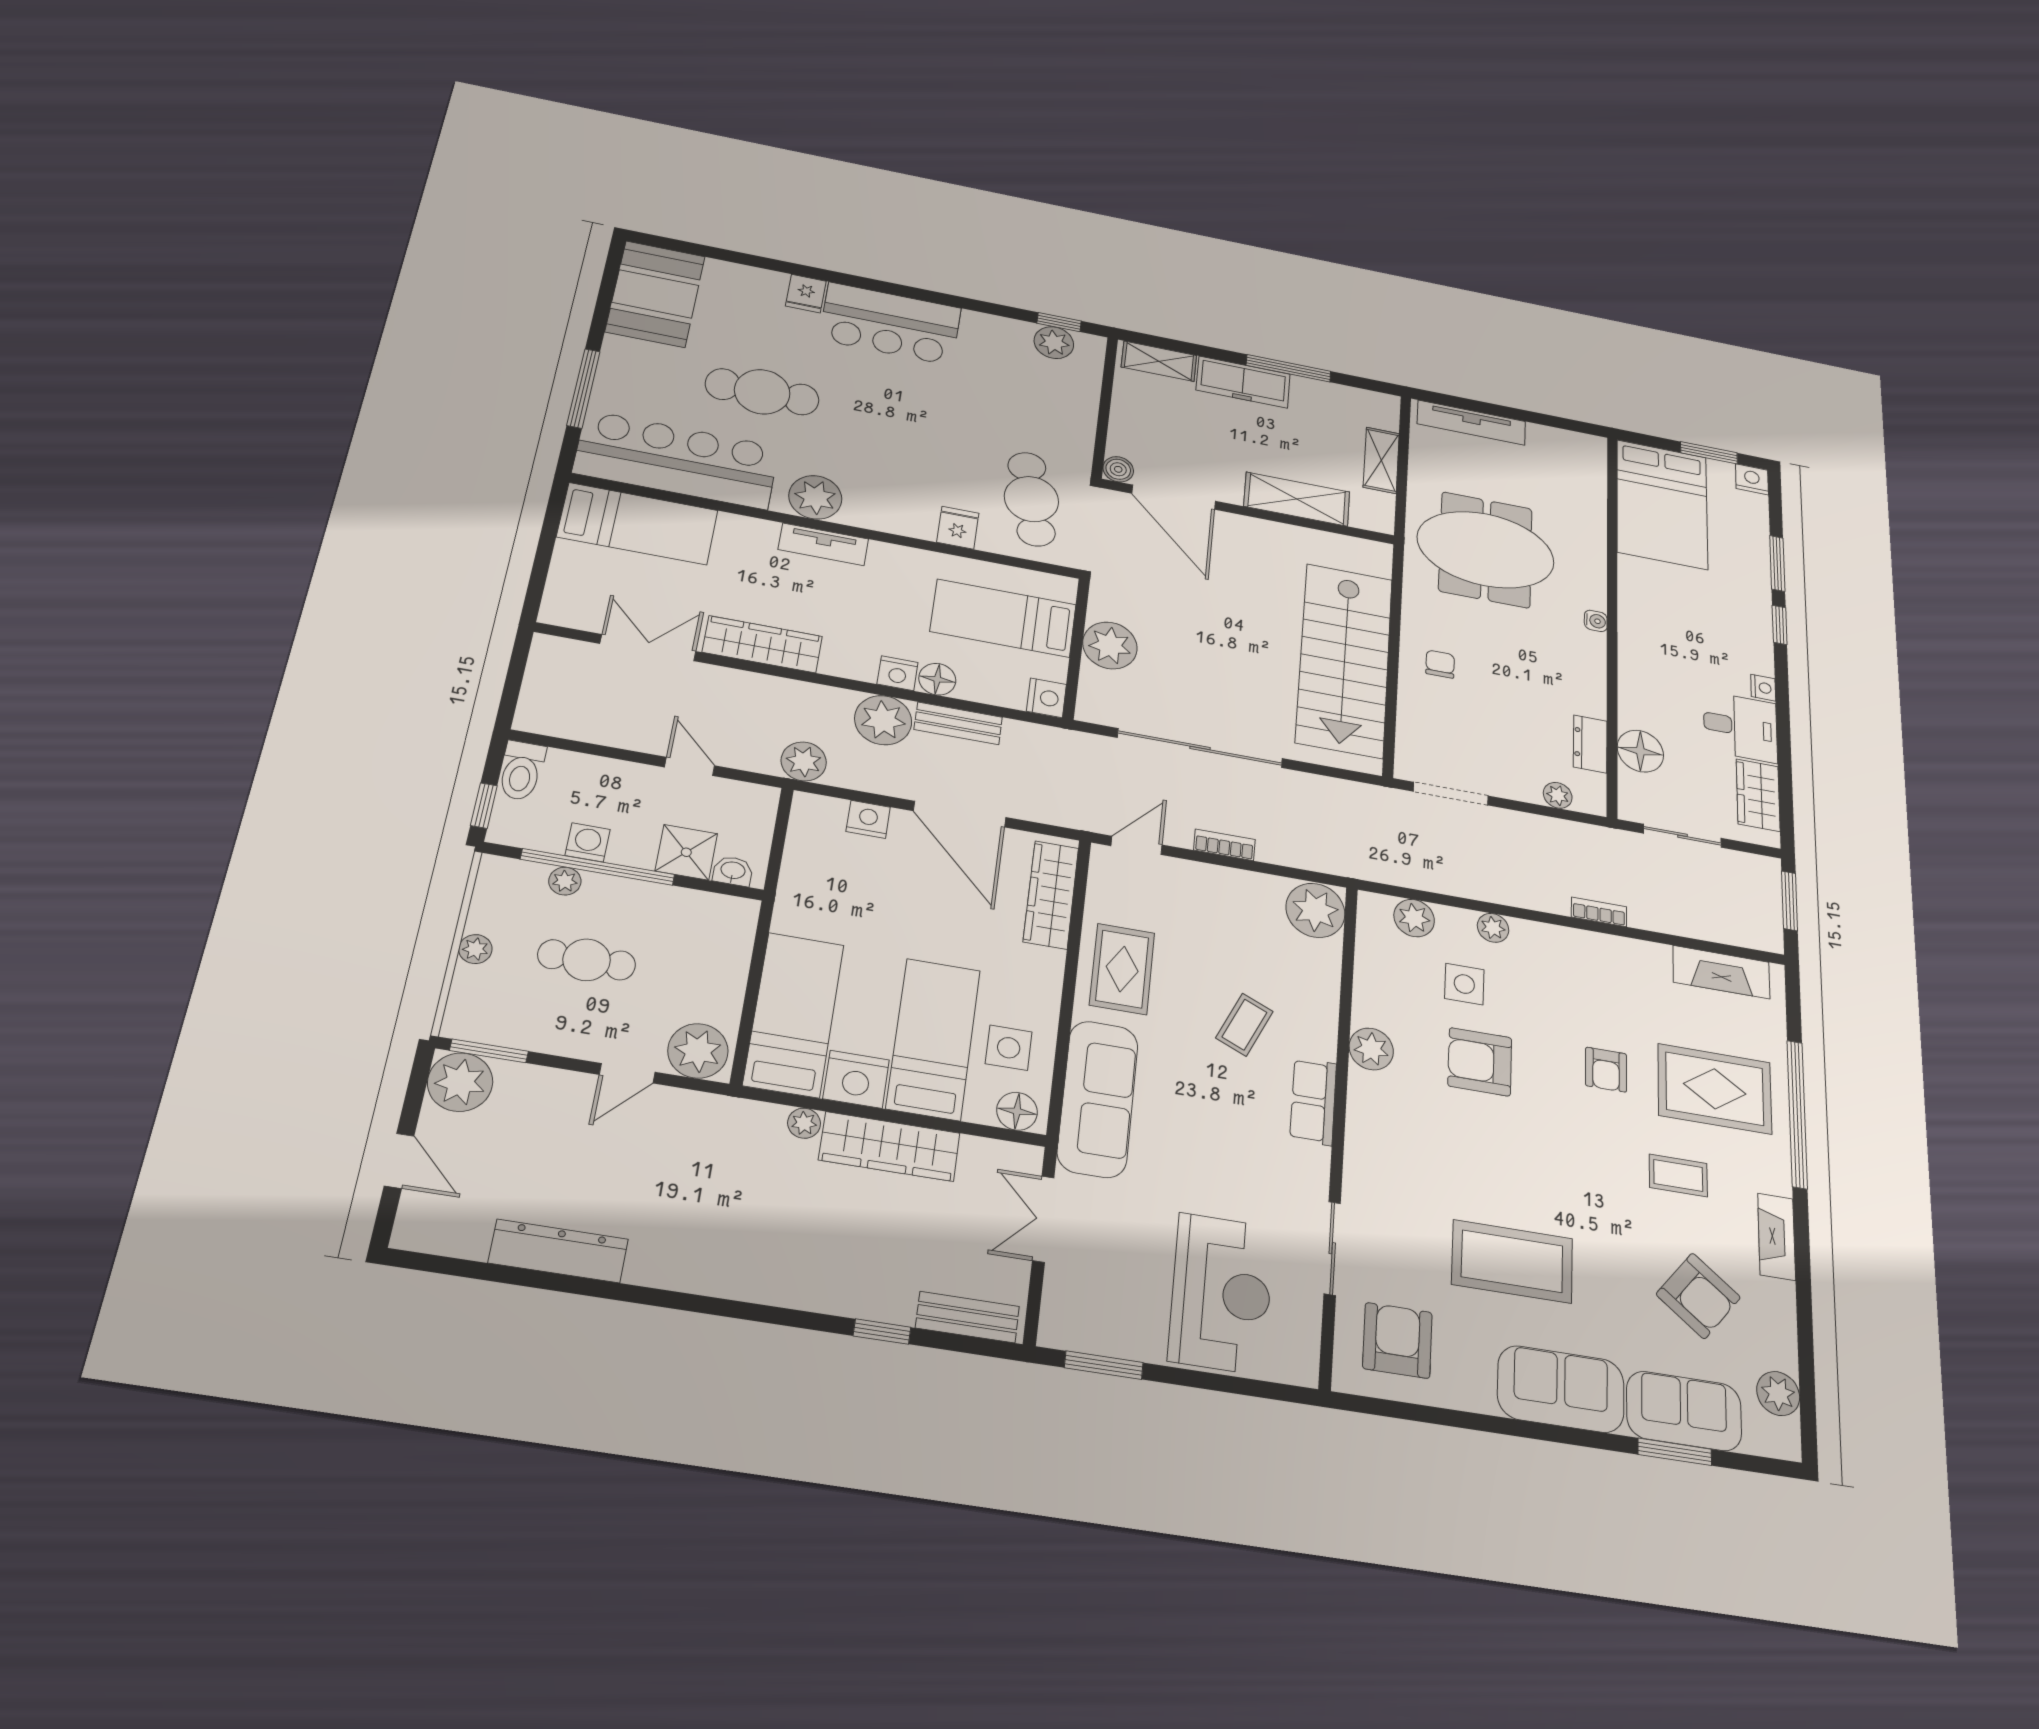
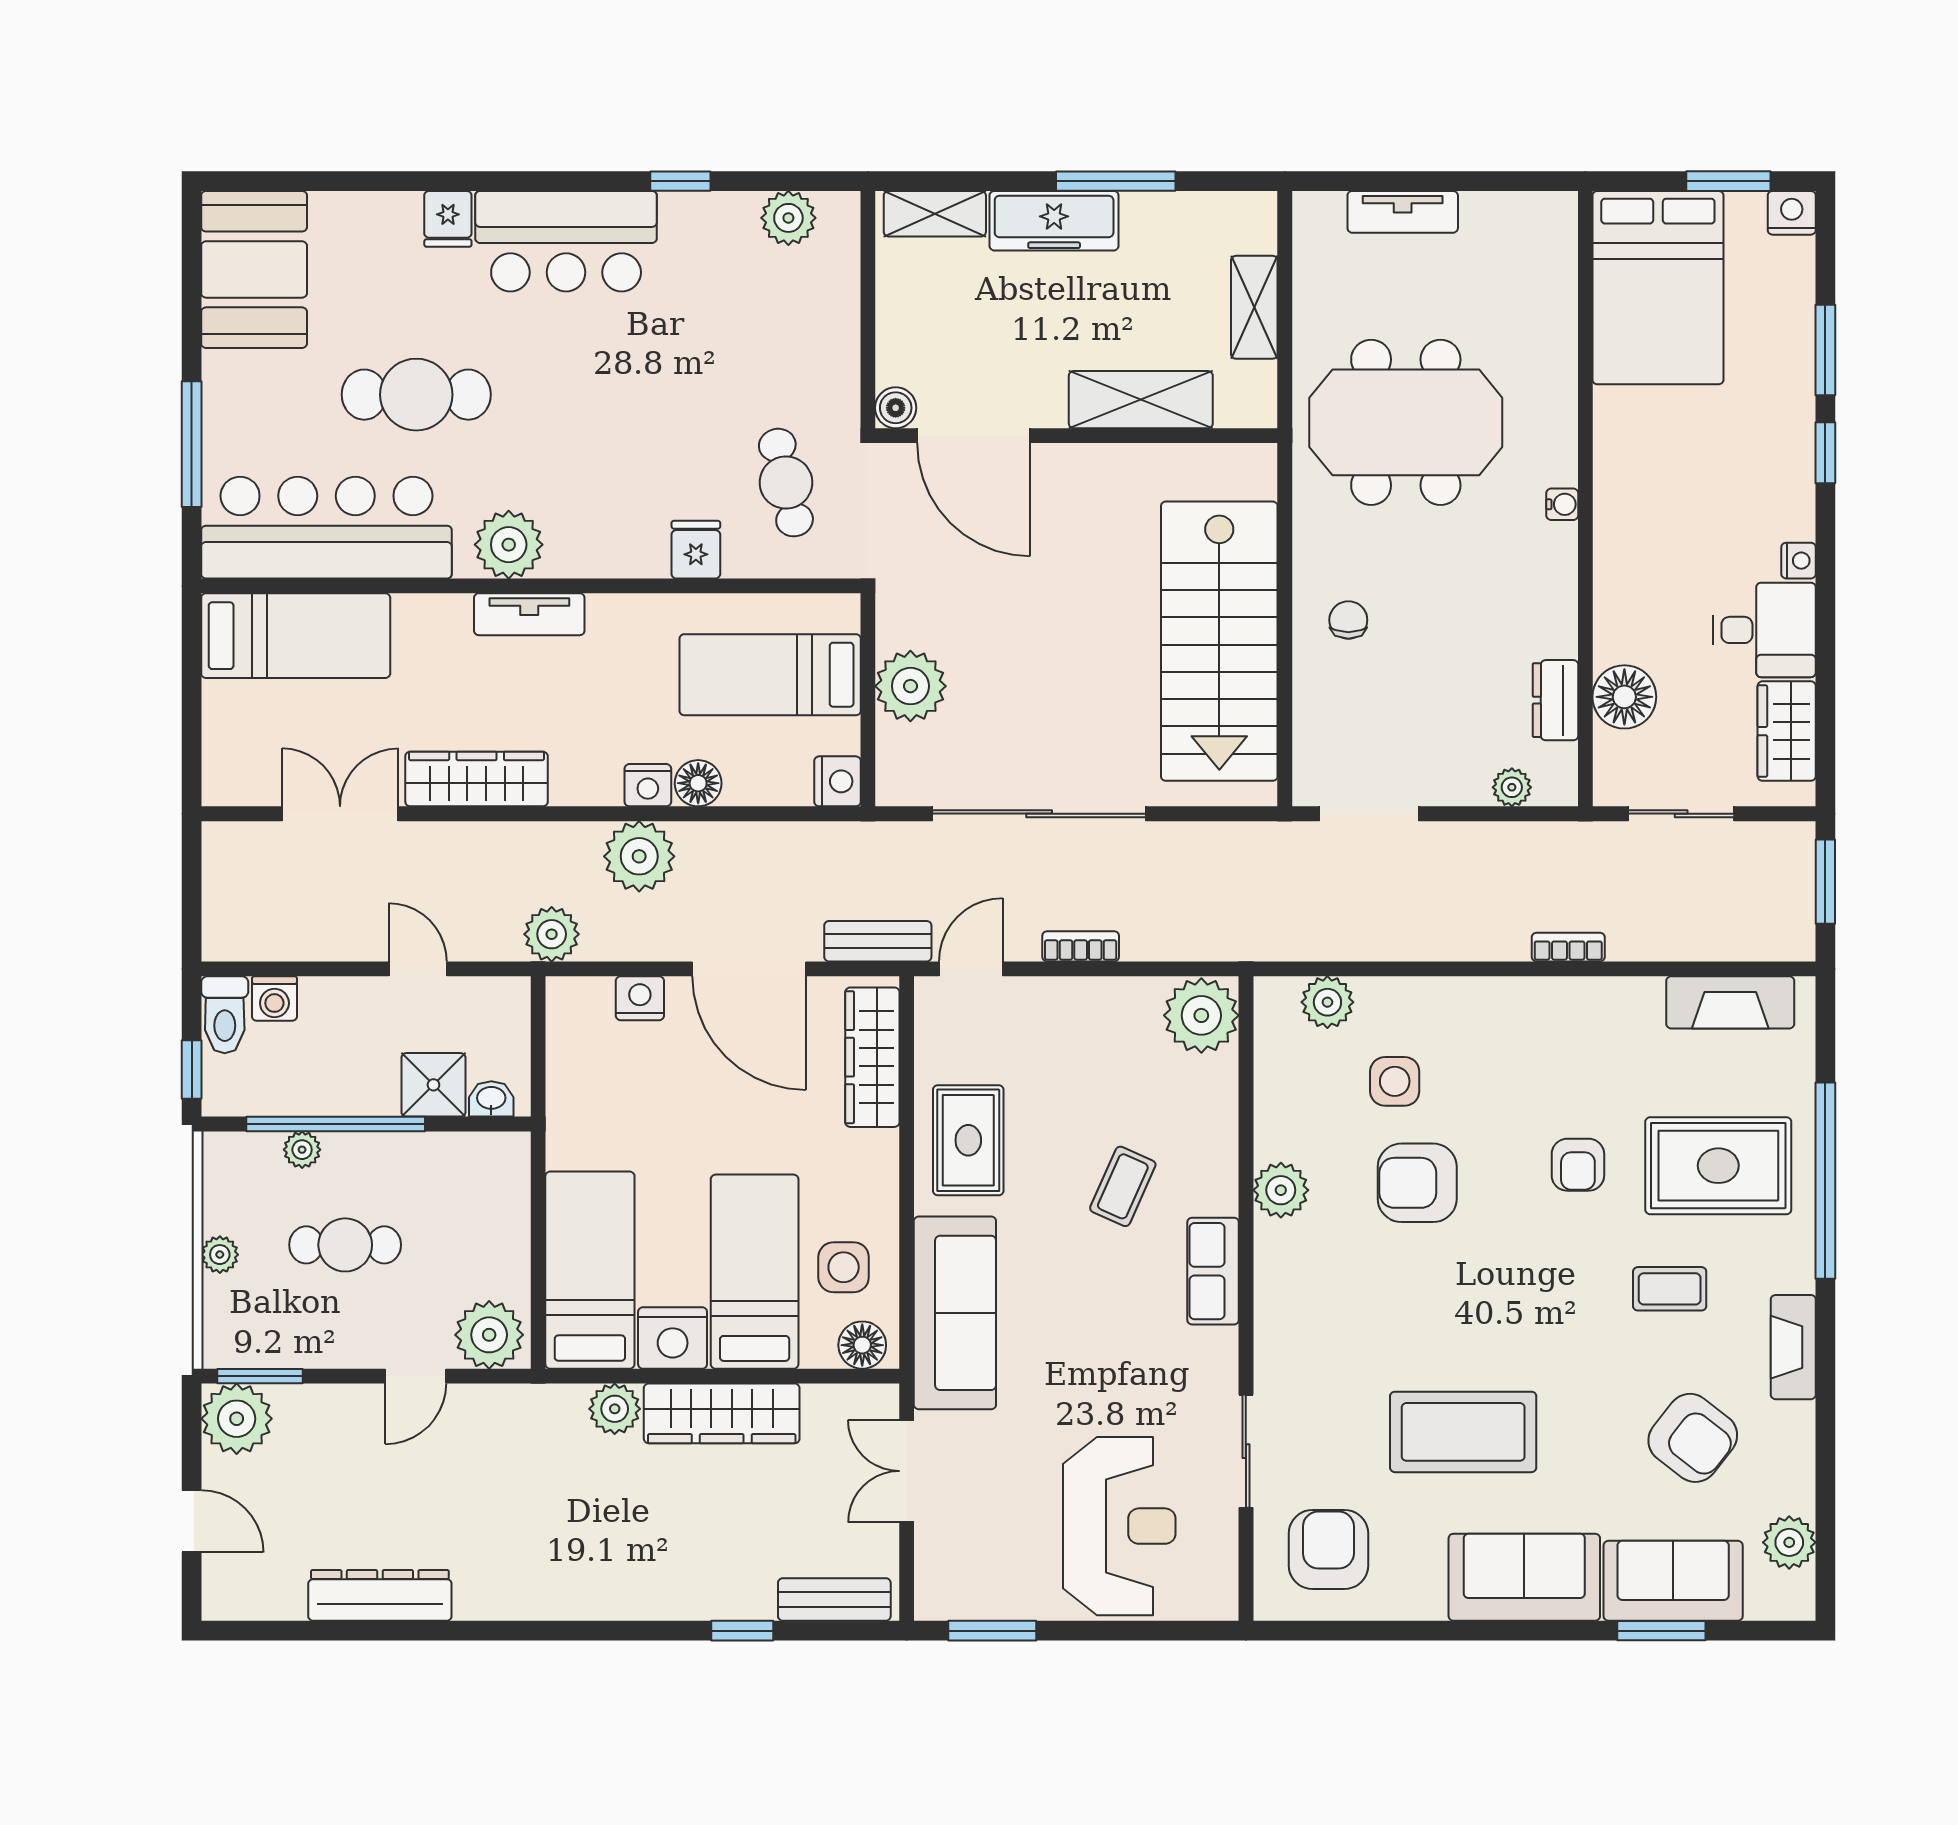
window: (1059, 322) -> (680, 181), moved
tv unit: (1471, 423) -> (1403, 212), width x0.71
cafe table: (1031, 499) -> (786, 483), width x0.73, depth x0.74
bench: (958, 723) -> (878, 941), moved
washing machine: (588, 842) -> (274, 999), moved, turned 180
plant: (1493, 928) -> (1430, 996), removed
plant: (804, 1123) -> (615, 1409), width x1.38, depth x1.38

